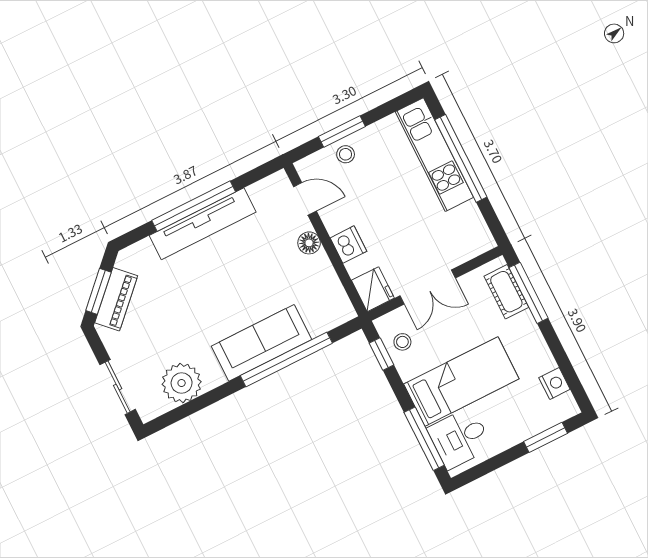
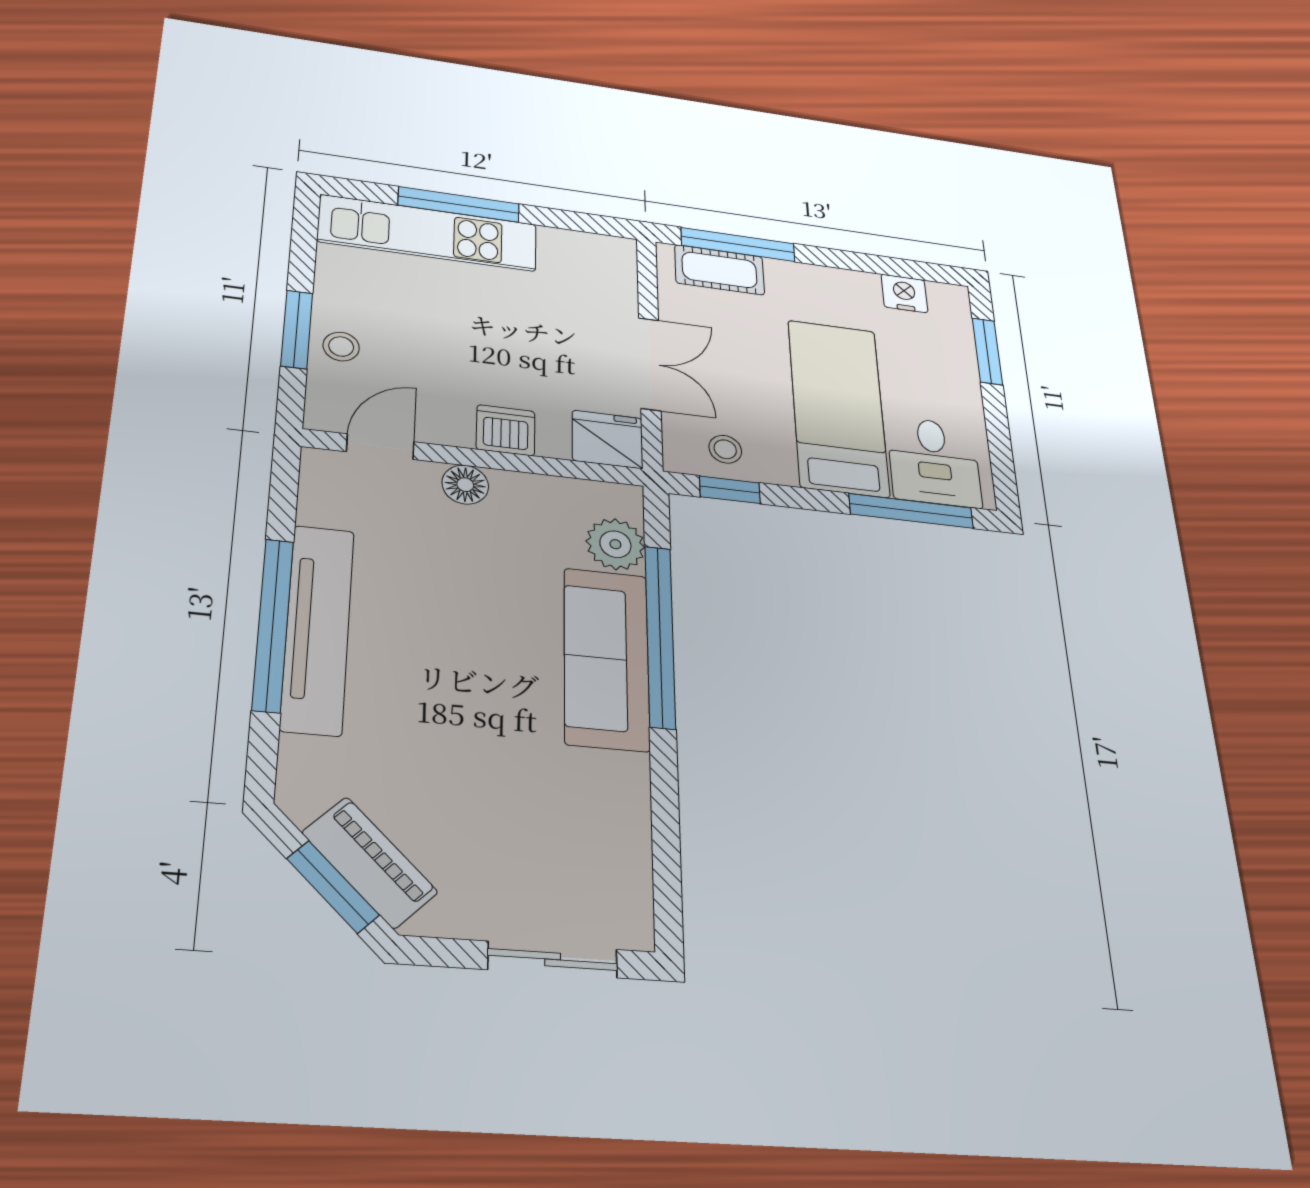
window: (461, 158) -> (459, 205), width x0.68
plant: (182, 383) -> (615, 544), moved, width x0.73, depth x0.73

